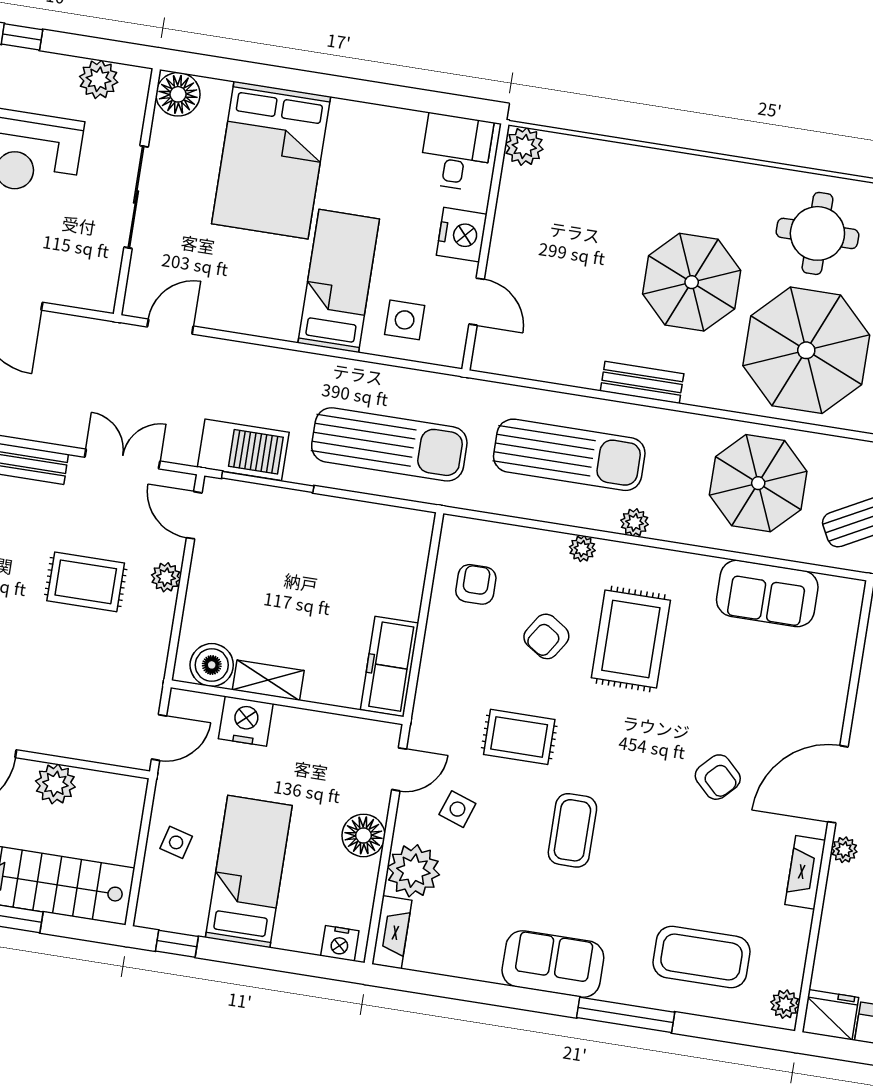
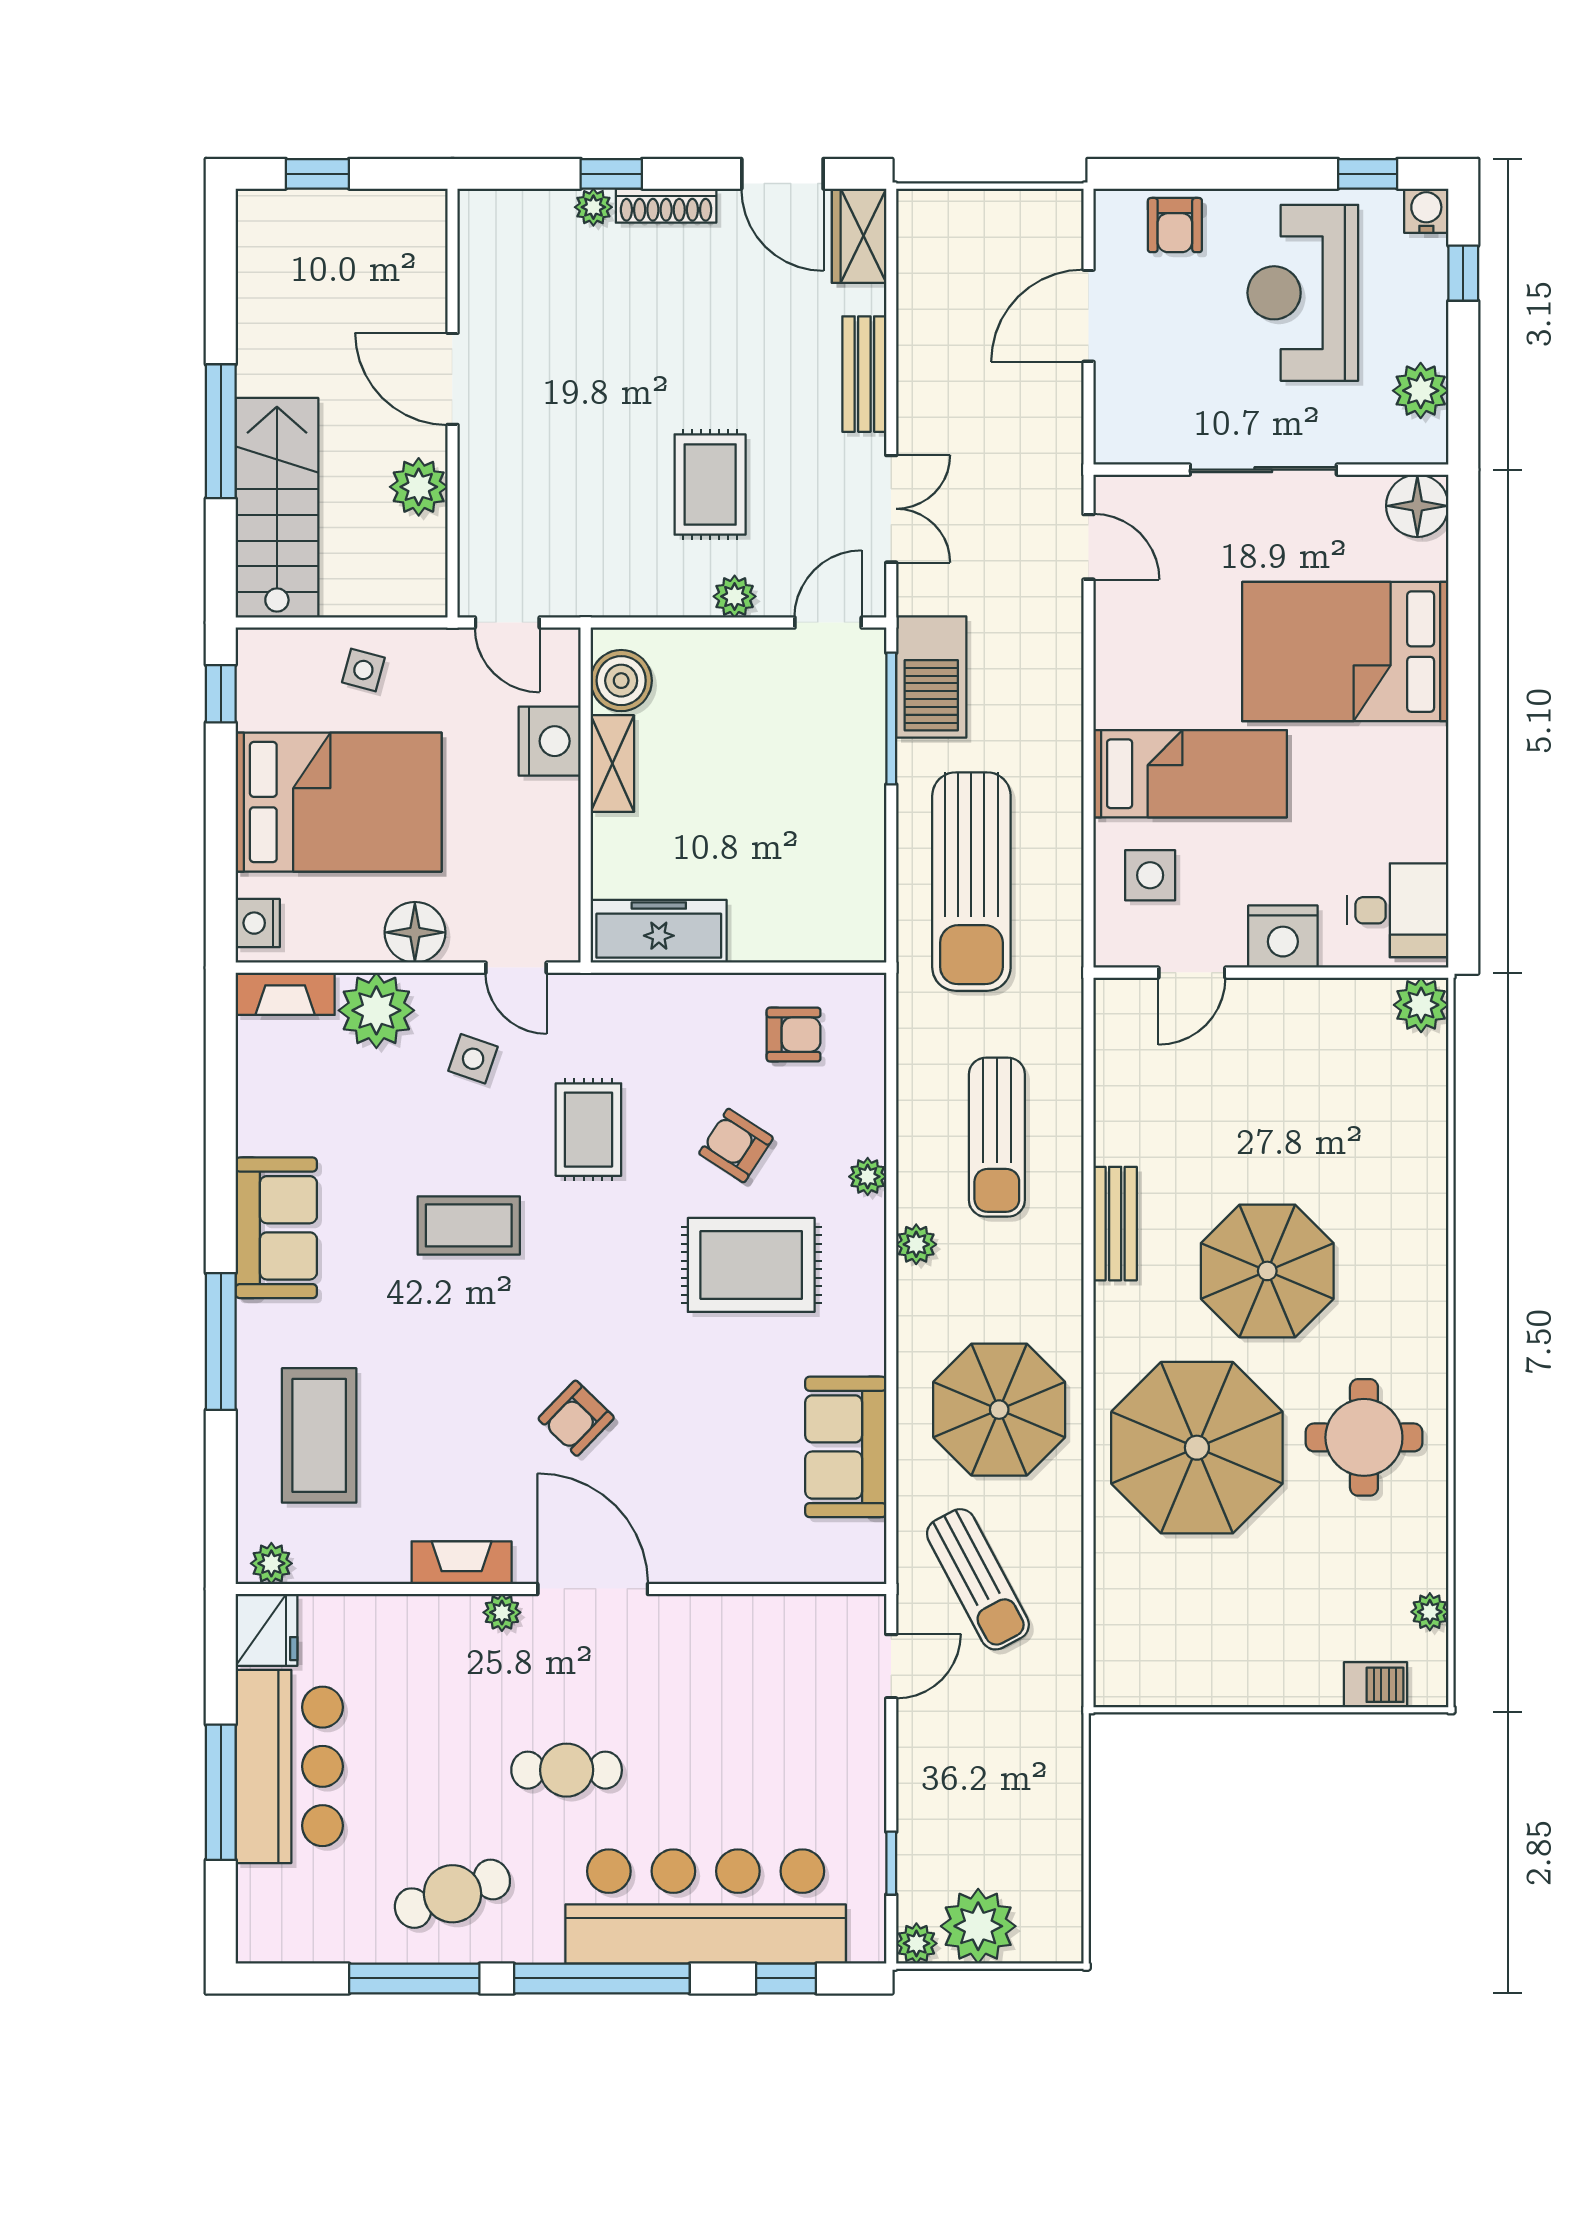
sun lounger: (569, 455) -> (997, 1137), width x0.73, depth x0.75
bed: (249, 872) -> (339, 802), width x1.50

